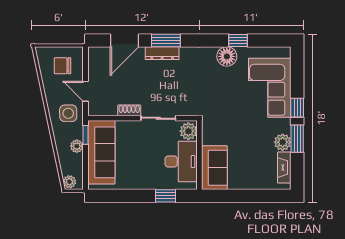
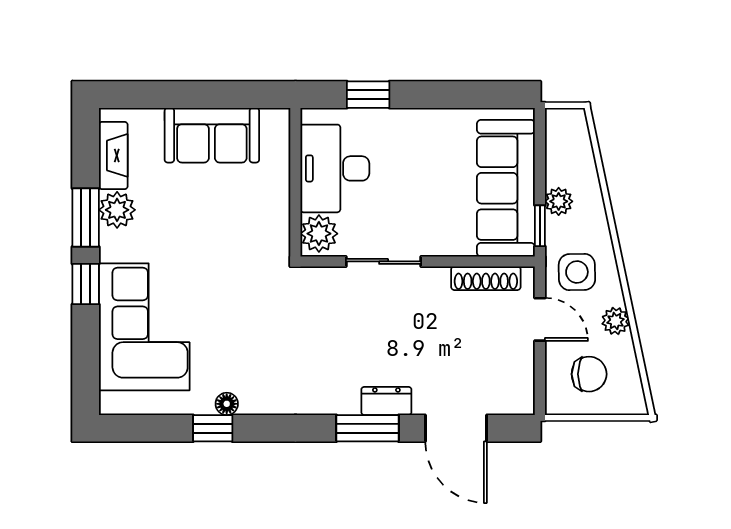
door: (125, 40) -> (456, 428), swing flipped
dresser: (162, 53) -> (386, 401), width x0.70
floor lamp: (227, 56) -> (227, 404), width x0.53, depth x0.53
shoe rack: (129, 110) -> (486, 278), moved, width x1.43
sofa: (214, 168) -> (212, 135), moved, turned -90
plant: (69, 182) -> (616, 321), moved

